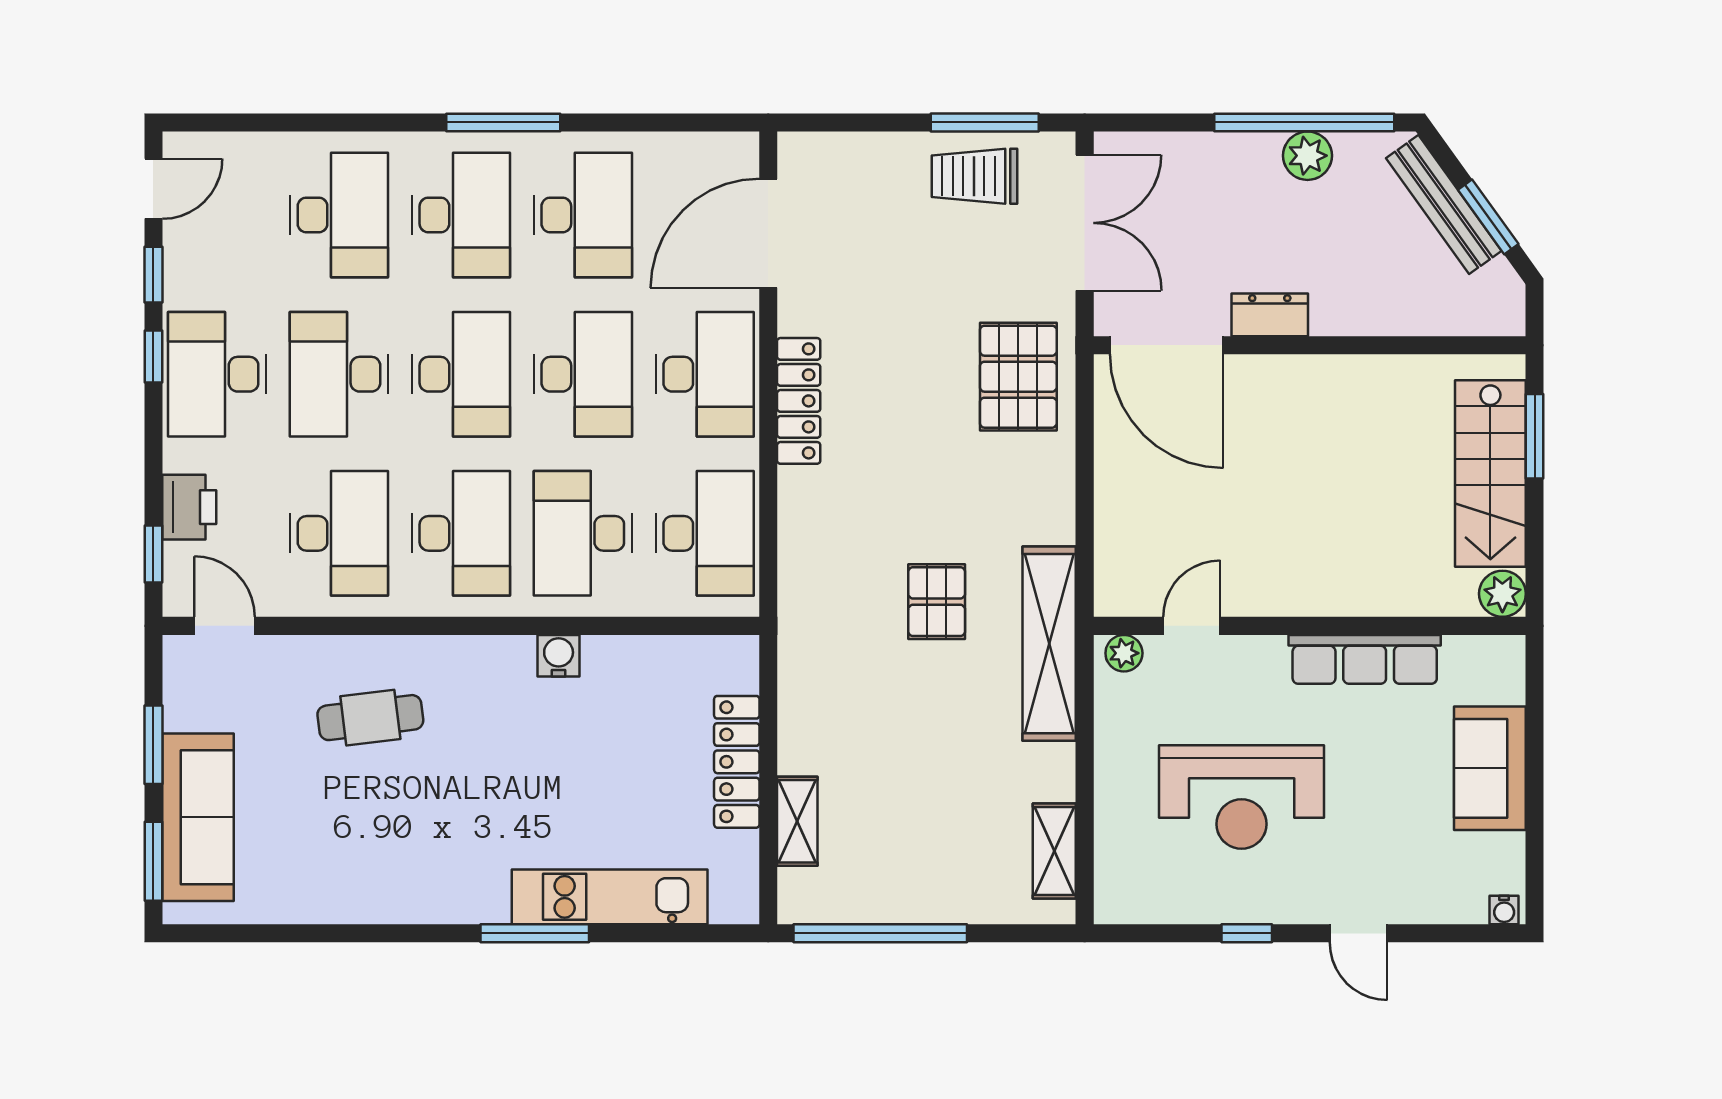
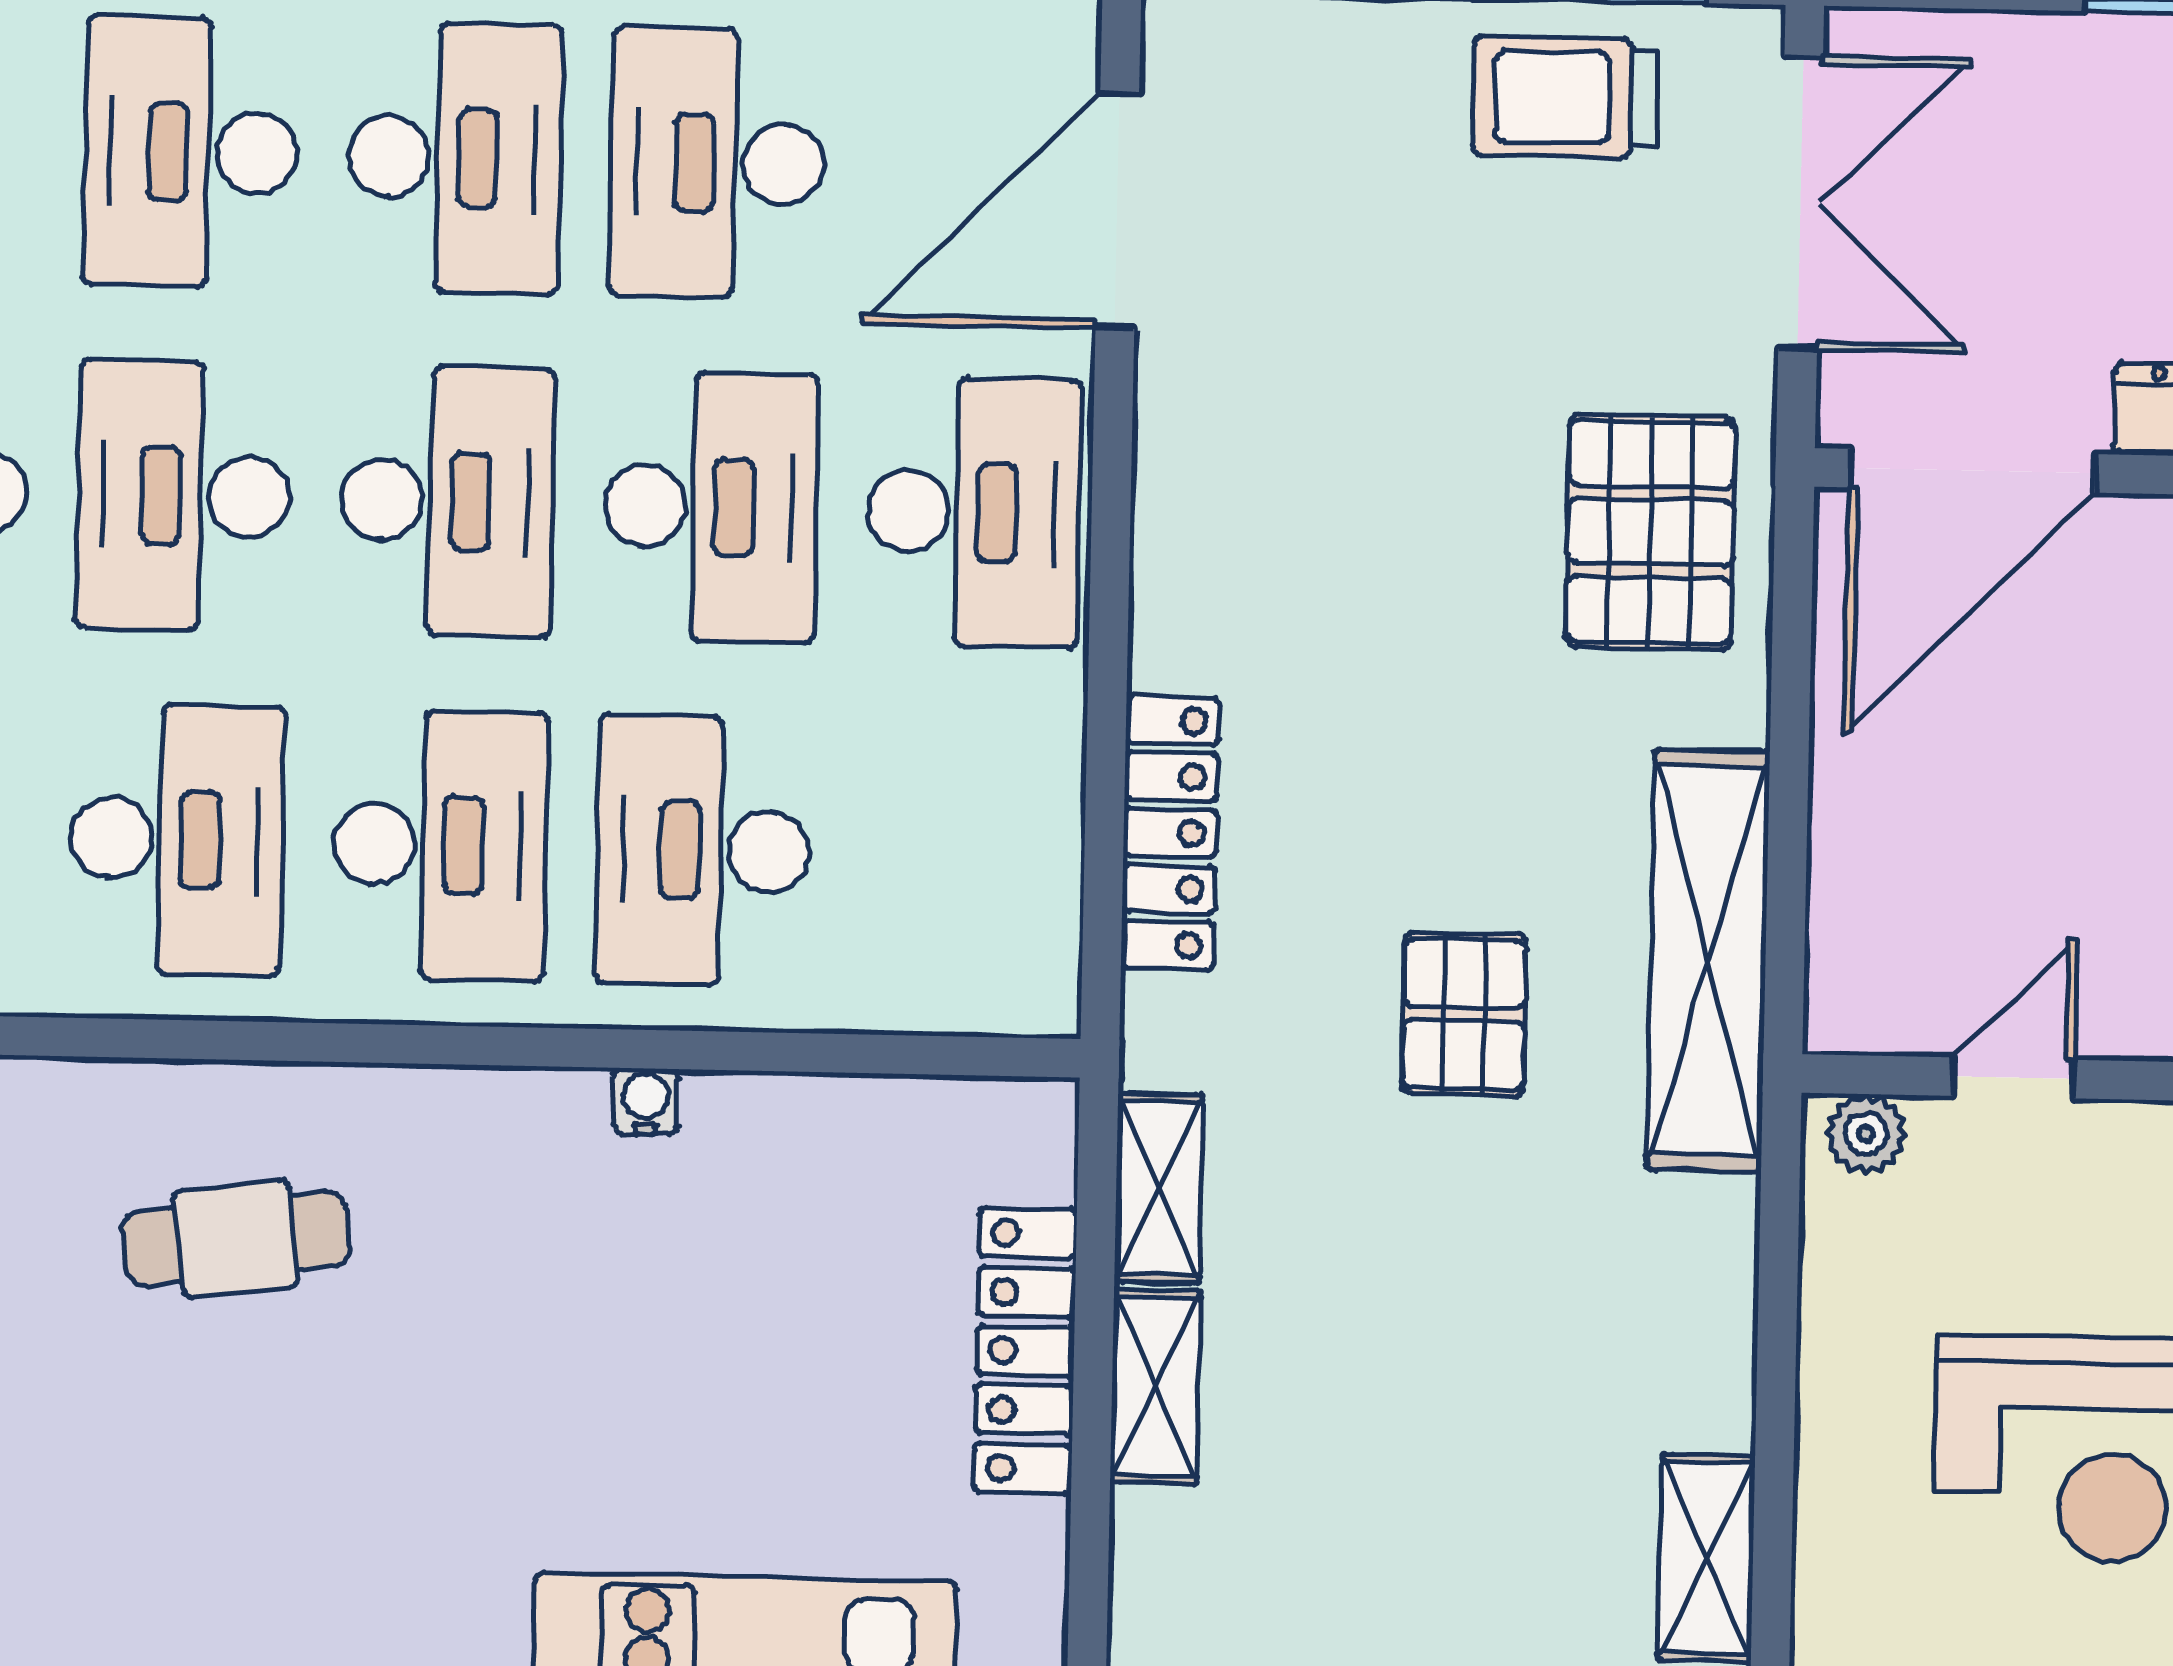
desk: (339, 215) -> (191, 152), turned 180
desk: (583, 215) -> (718, 163), turned 180
door: (1167, 345) -> (1972, 471), hinge flipped
locker: (799, 401) -> (1170, 833), moved
desk: (705, 533) -> (966, 856), removed
shelving: (1049, 644) -> (1708, 960), moved
water cooler: (559, 656) -> (646, 1101), width x0.72, depth x0.72
shelving: (797, 685) -> (1158, 1188), added
shelving: (797, 821) -> (1155, 1387), moved

